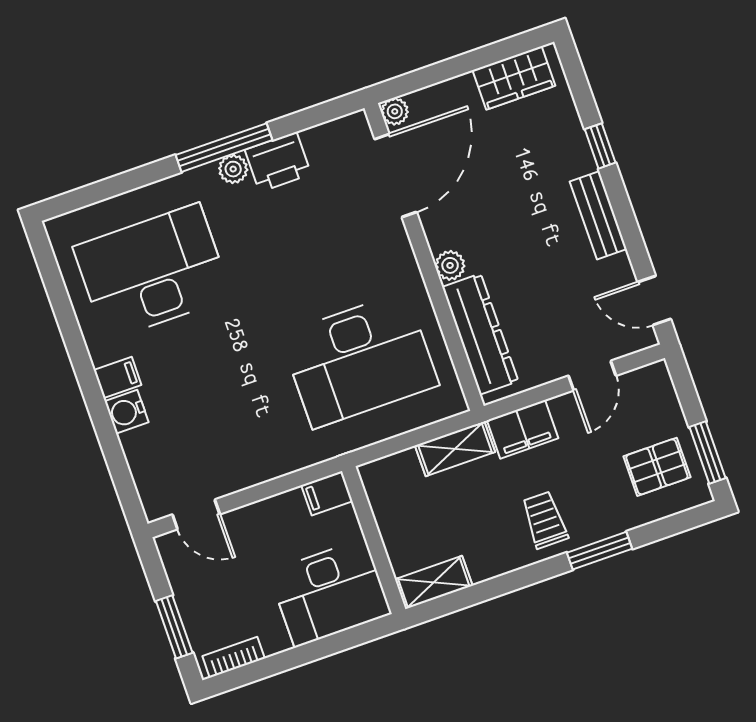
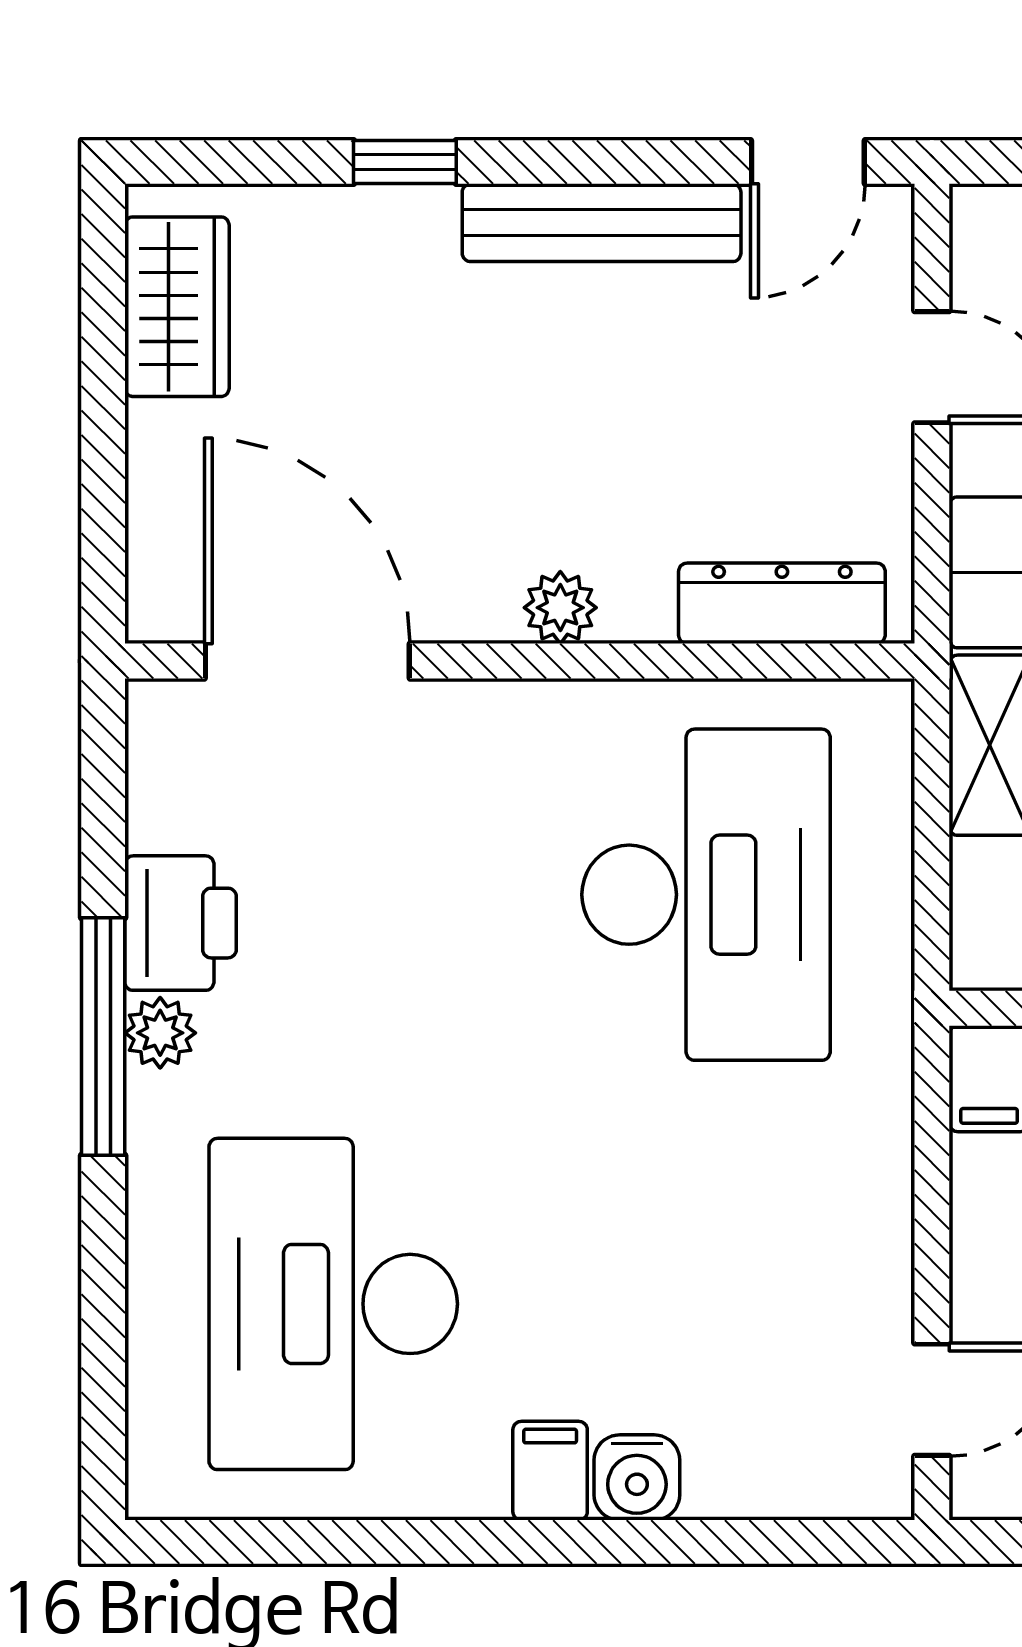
plant: (395, 111) -> (158, 611), removed
bench: (598, 215) -> (602, 223), width x1.36
dresser: (480, 334) -> (782, 603), width x0.73, depth x0.80

